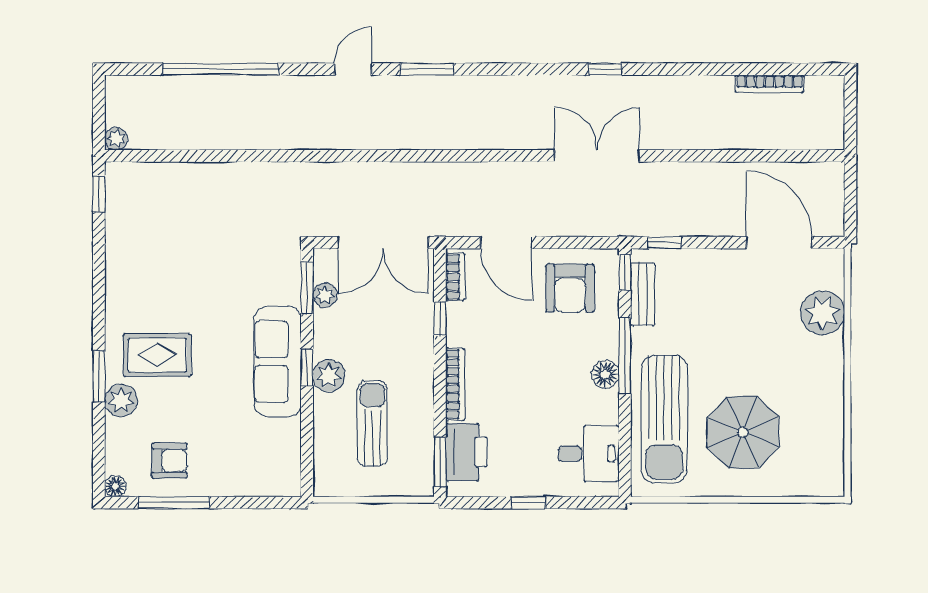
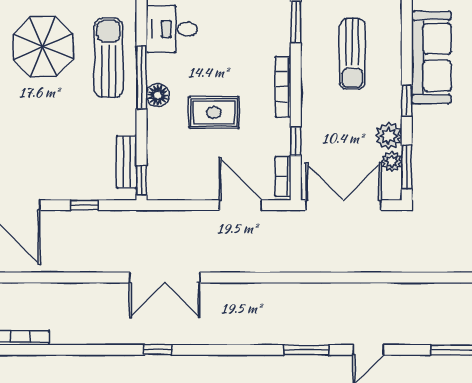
window: (664, 243) -> (84, 205), moved
armchair: (570, 288) -> (187, 167), removed
rug: (538, 354) -> (214, 112), added
window: (625, 356) -> (141, 77), moved
sofa: (278, 362) -> (431, 57), moved
plant: (329, 376) -> (389, 136), moved
sun lounger: (664, 419) -> (109, 58), width x0.73, depth x0.75
printer: (466, 452) -> (274, 30), removed

